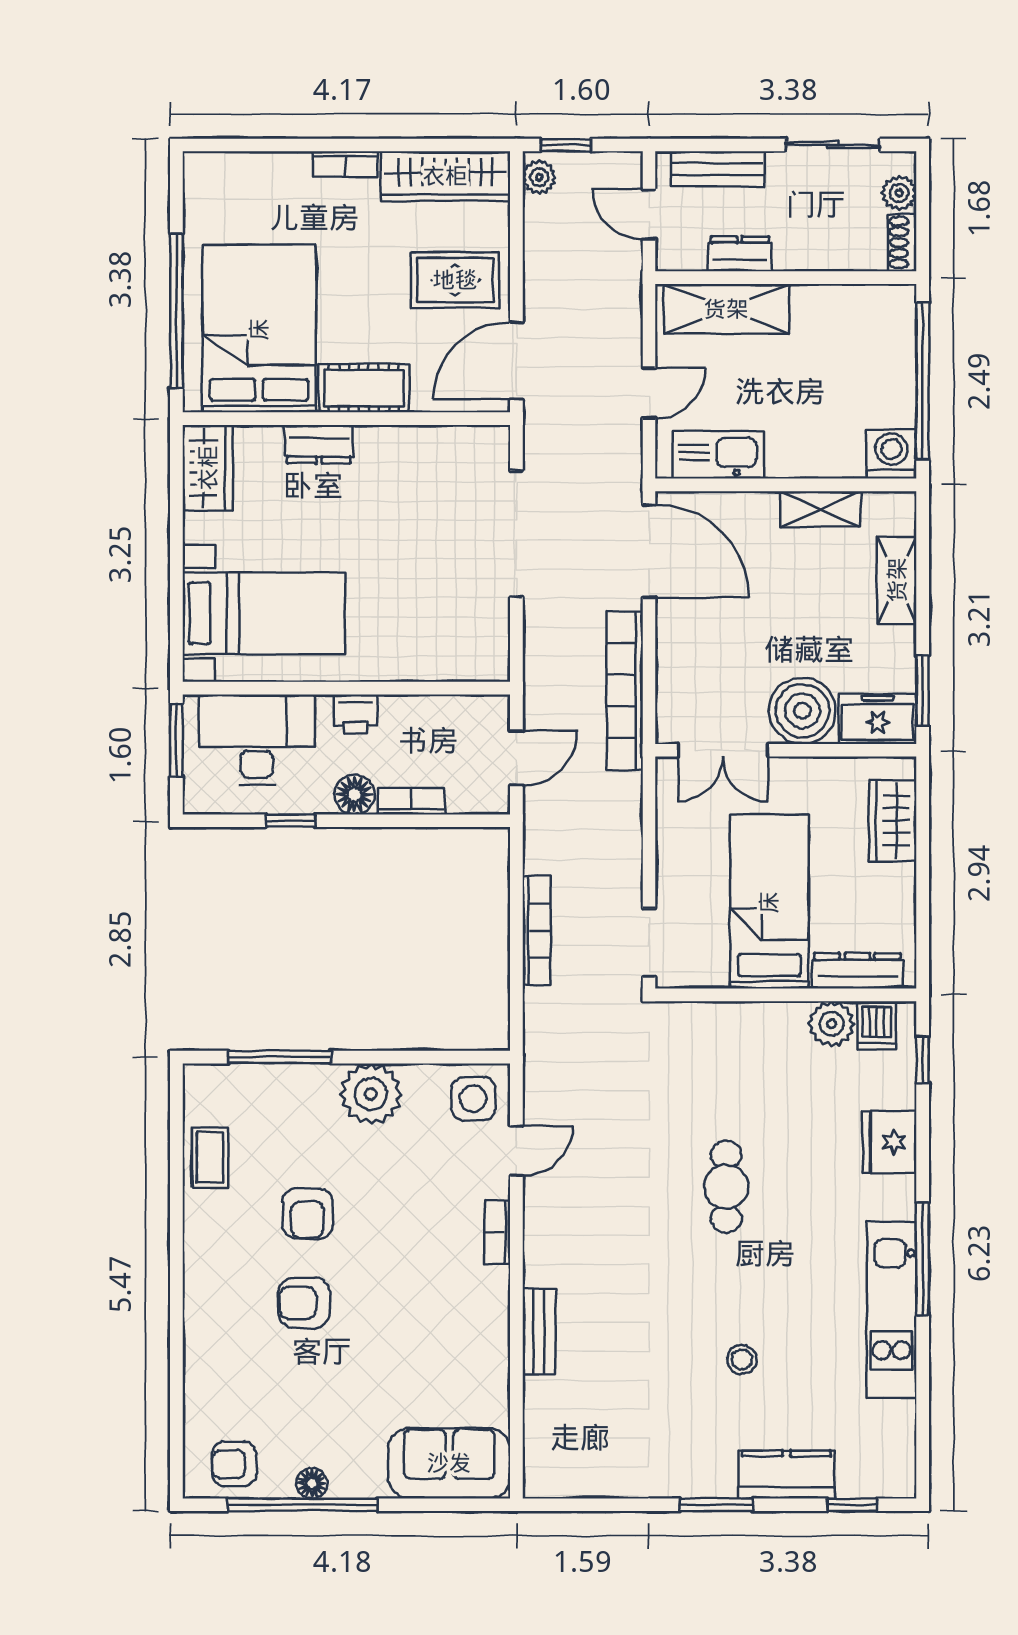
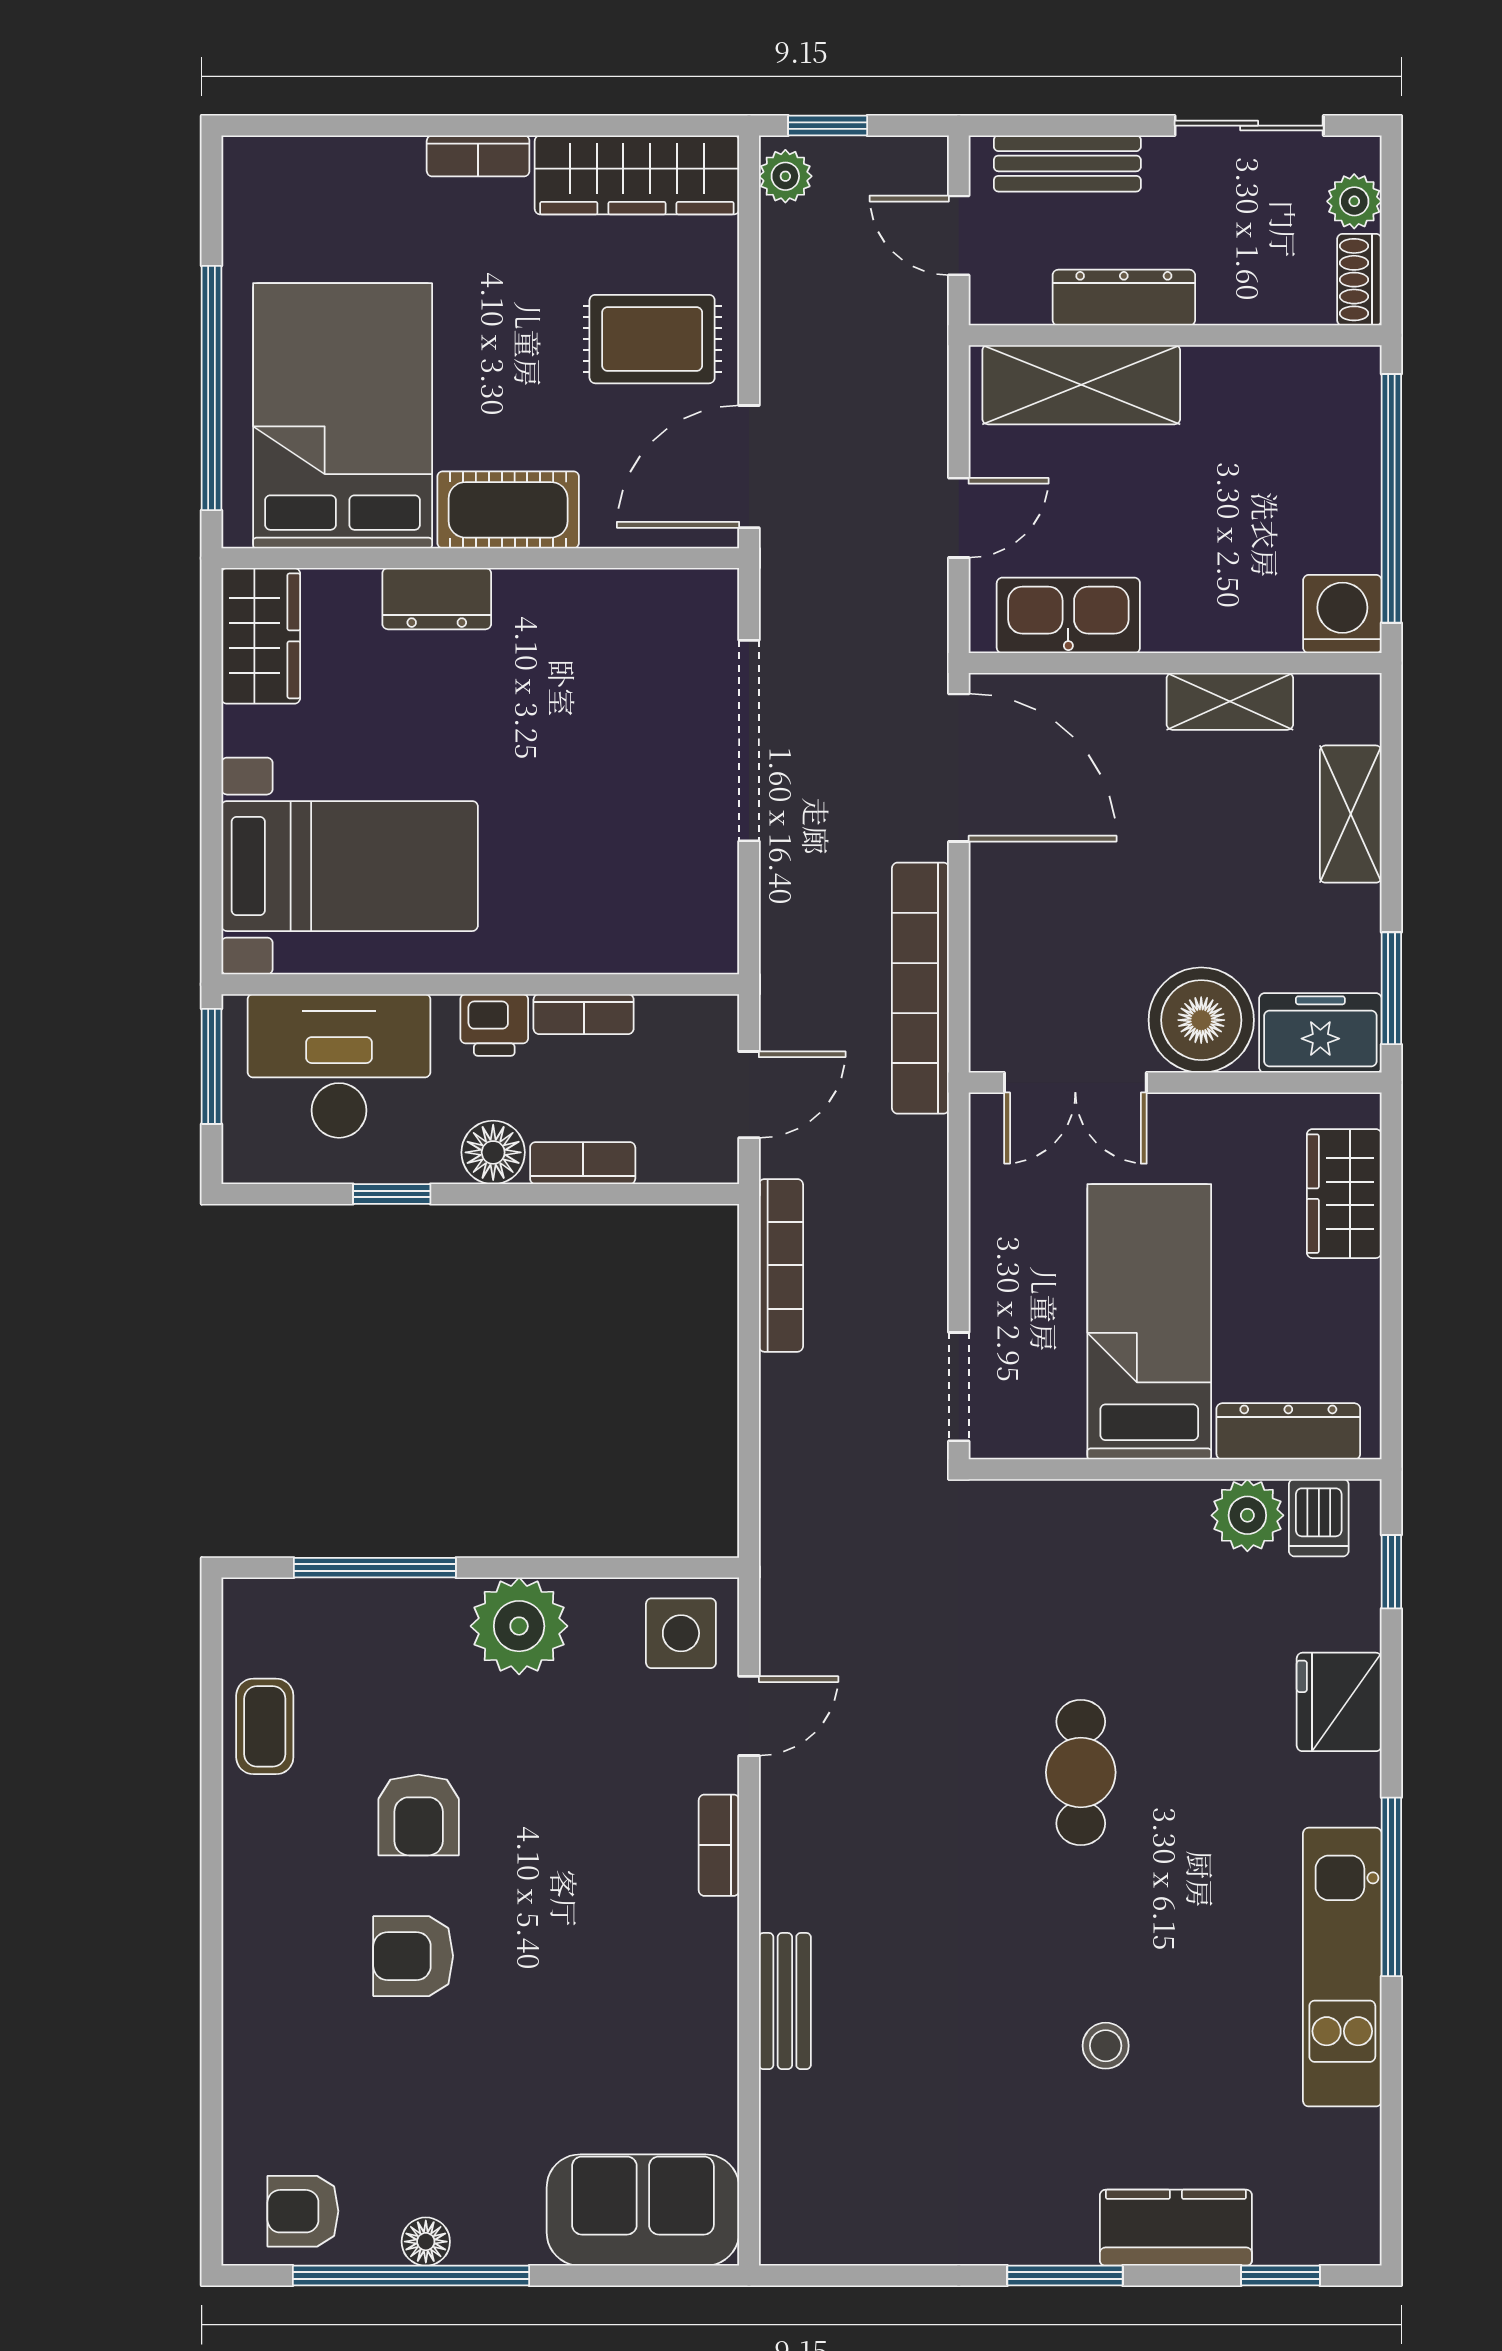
dresser: (740, 254) -> (1124, 298), width x1.44
bookcase: (412, 707) -> (584, 1014), added
bookcase: (537, 931) -> (781, 1265), moved

